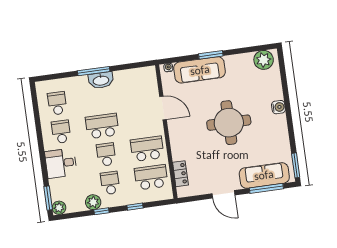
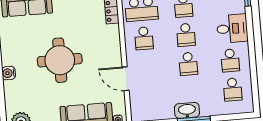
school desk: (102, 126) -> (188, 64), width x0.54
school desk: (147, 149) -> (144, 38), width x0.54

